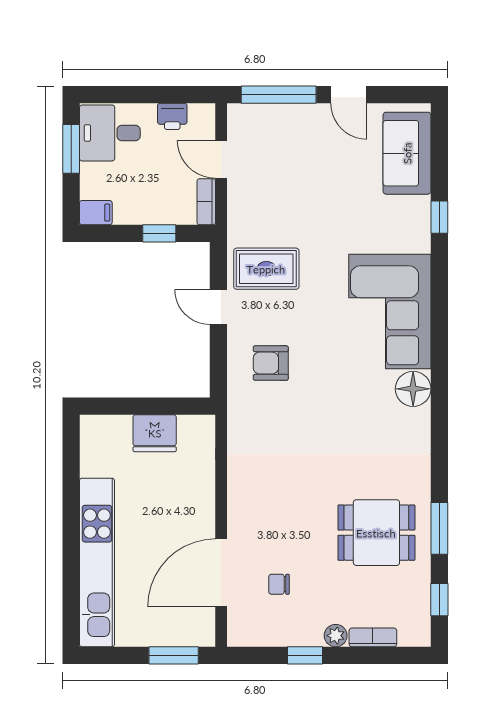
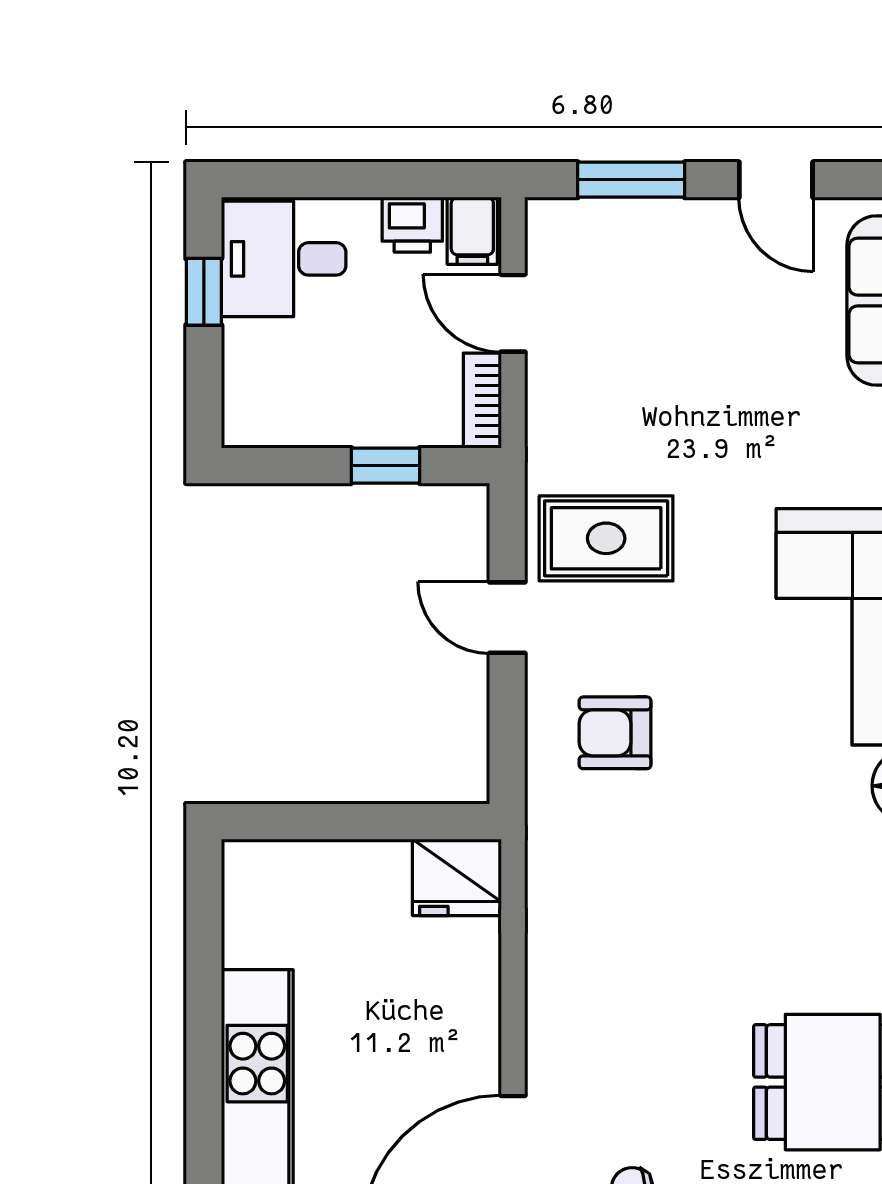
window: (279, 95) -> (631, 180), width x0.69
window: (71, 149) -> (204, 292), width x0.67
filing cabinet: (96, 213) -> (472, 231), moved, turned 90
fridge: (155, 433) -> (457, 877), moved

